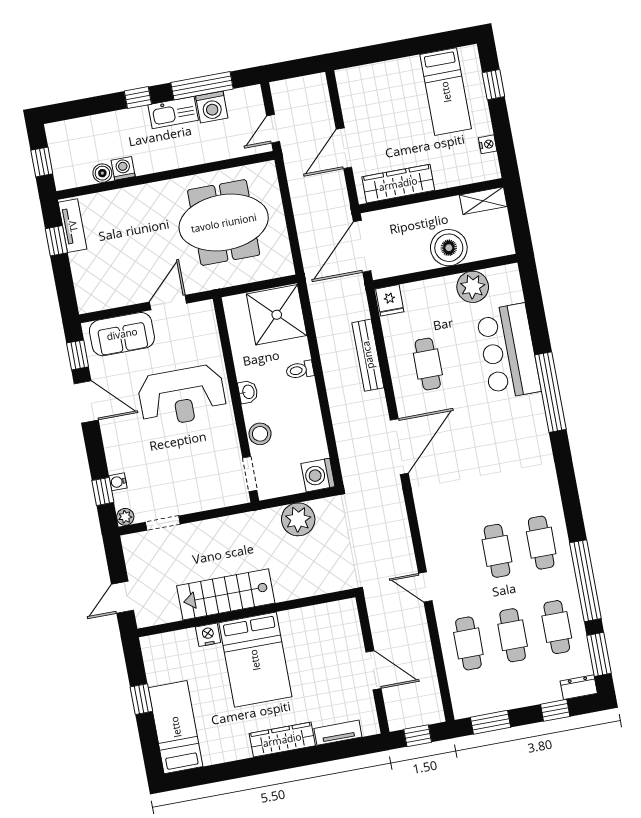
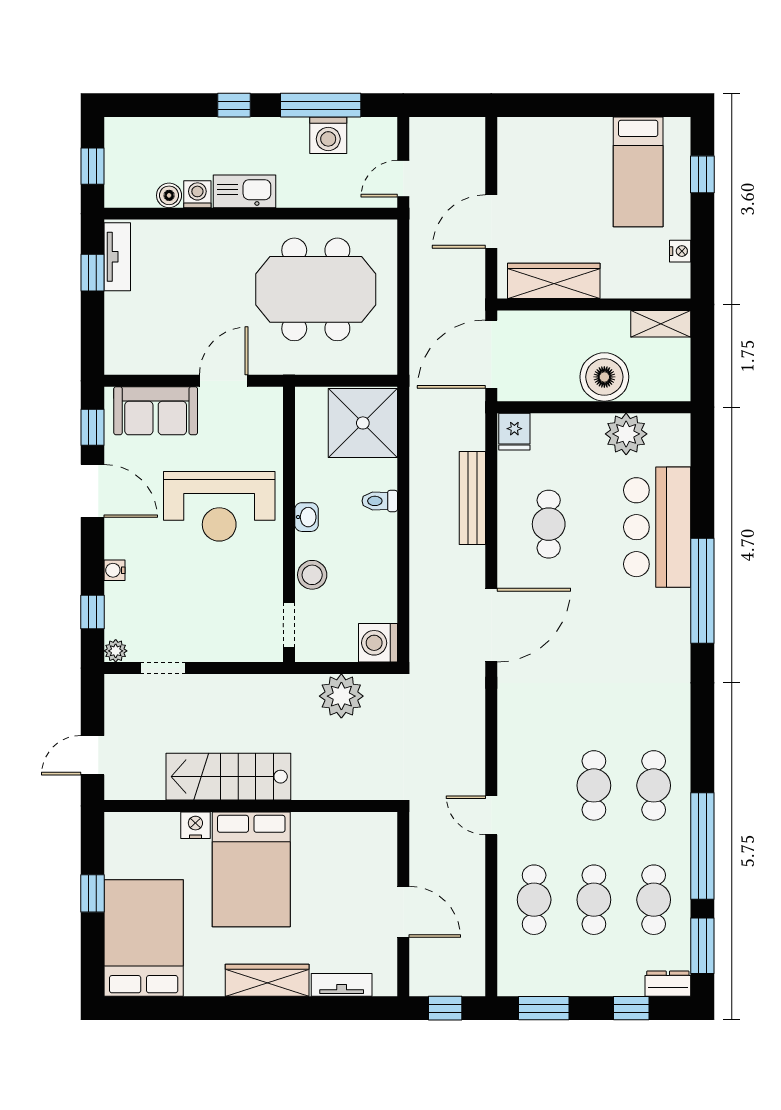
kitchen sink: (173, 113) -> (244, 191), moved, turned 180
water cooler: (118, 482) -> (115, 570), moved
bed: (176, 727) -> (144, 938), width x1.50

